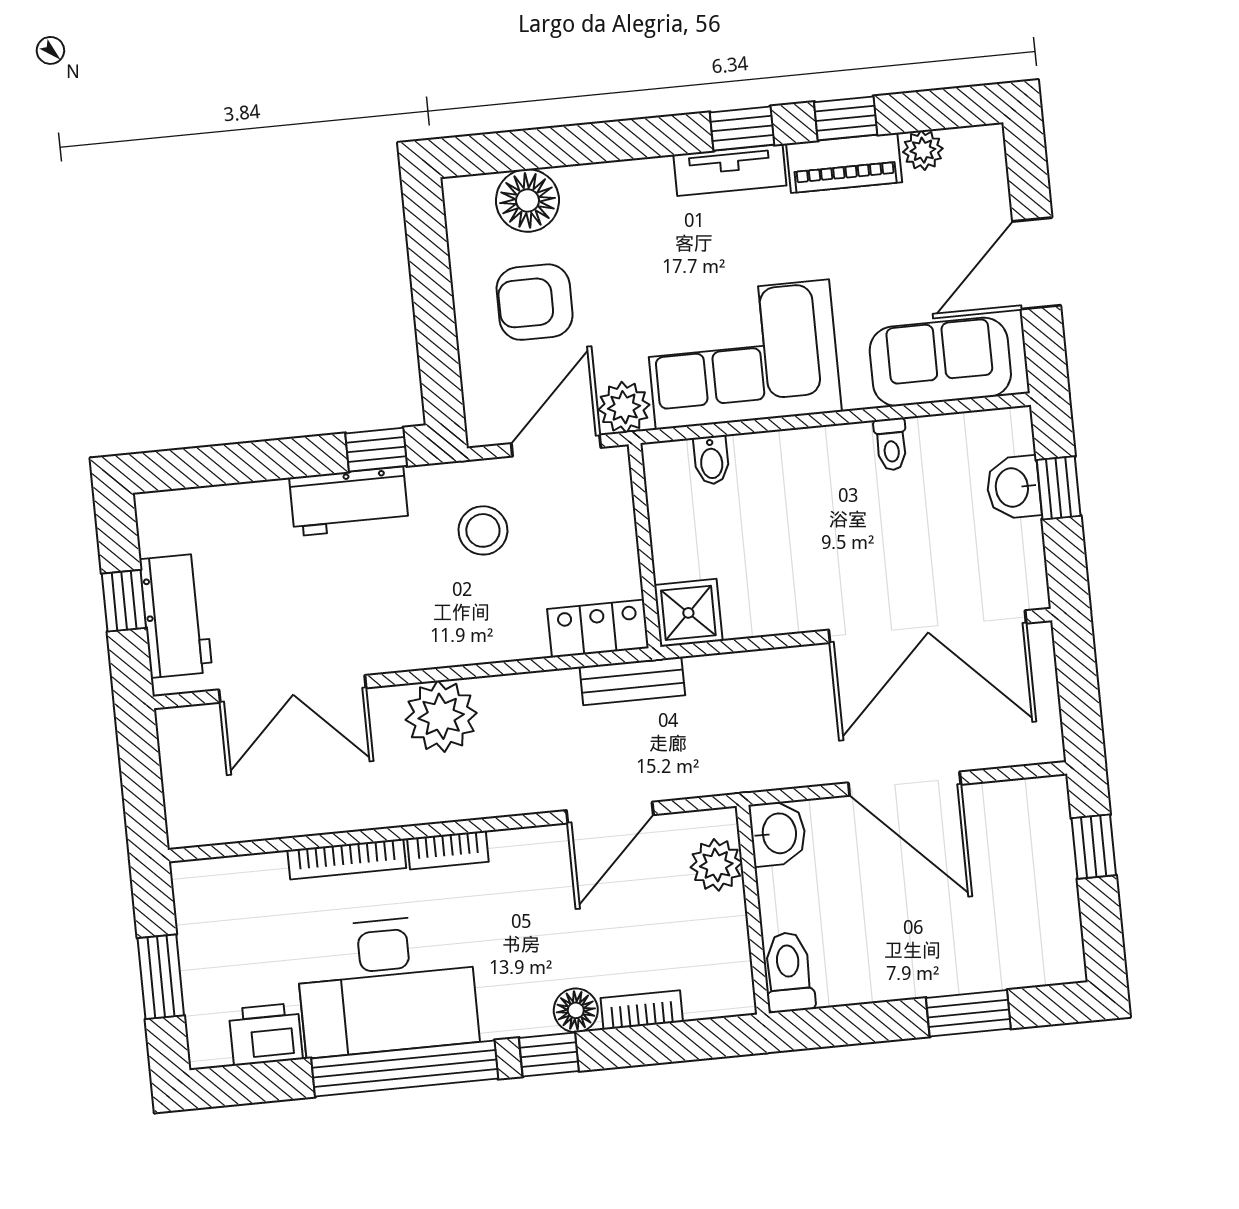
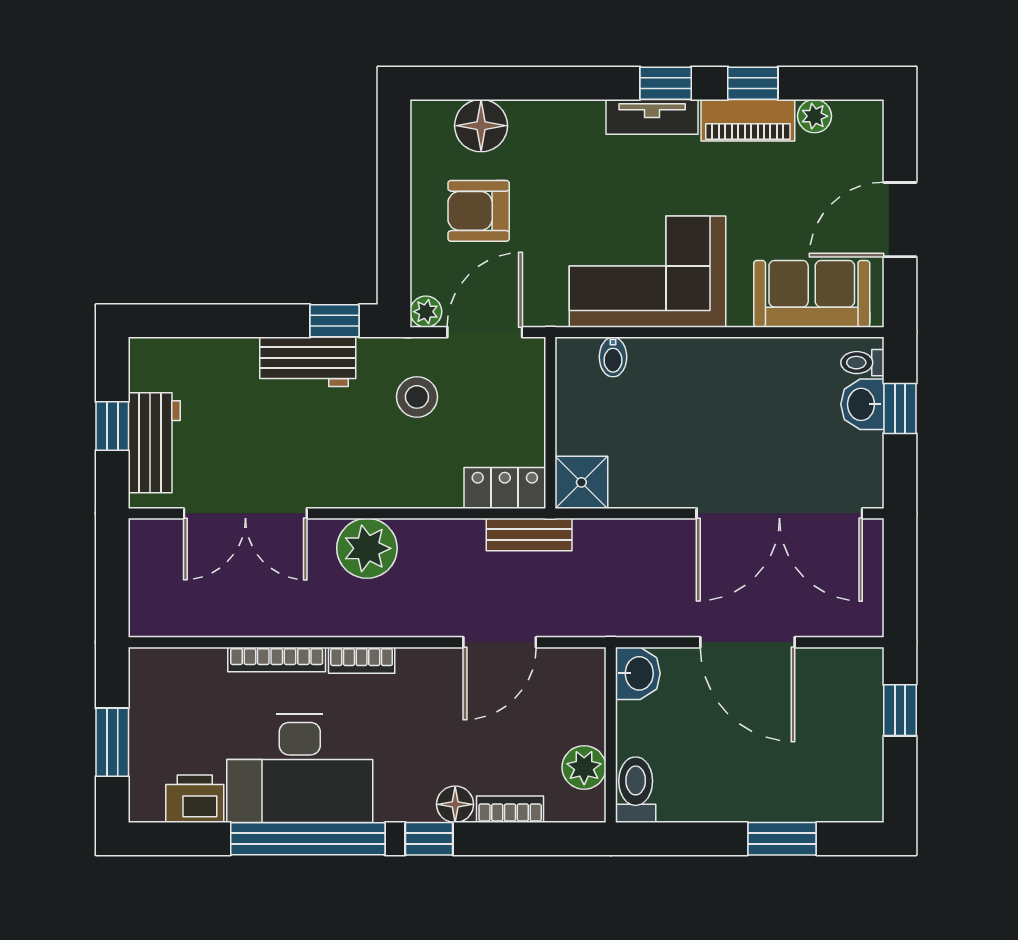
plant: (624, 407) -> (426, 312), moved, width x0.73, depth x0.73
toilet: (891, 444) -> (862, 363), moved, turned 90
plant: (716, 865) -> (584, 767), moved

